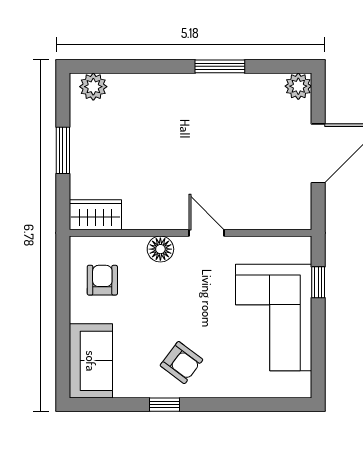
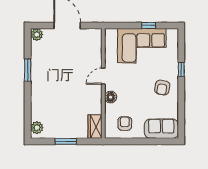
armchair: (102, 280) -> (125, 123), turned 90
window: (318, 282) -> (149, 25), moved
armchair: (181, 363) -> (162, 88), turned 153
window: (164, 405) -> (181, 69), moved

